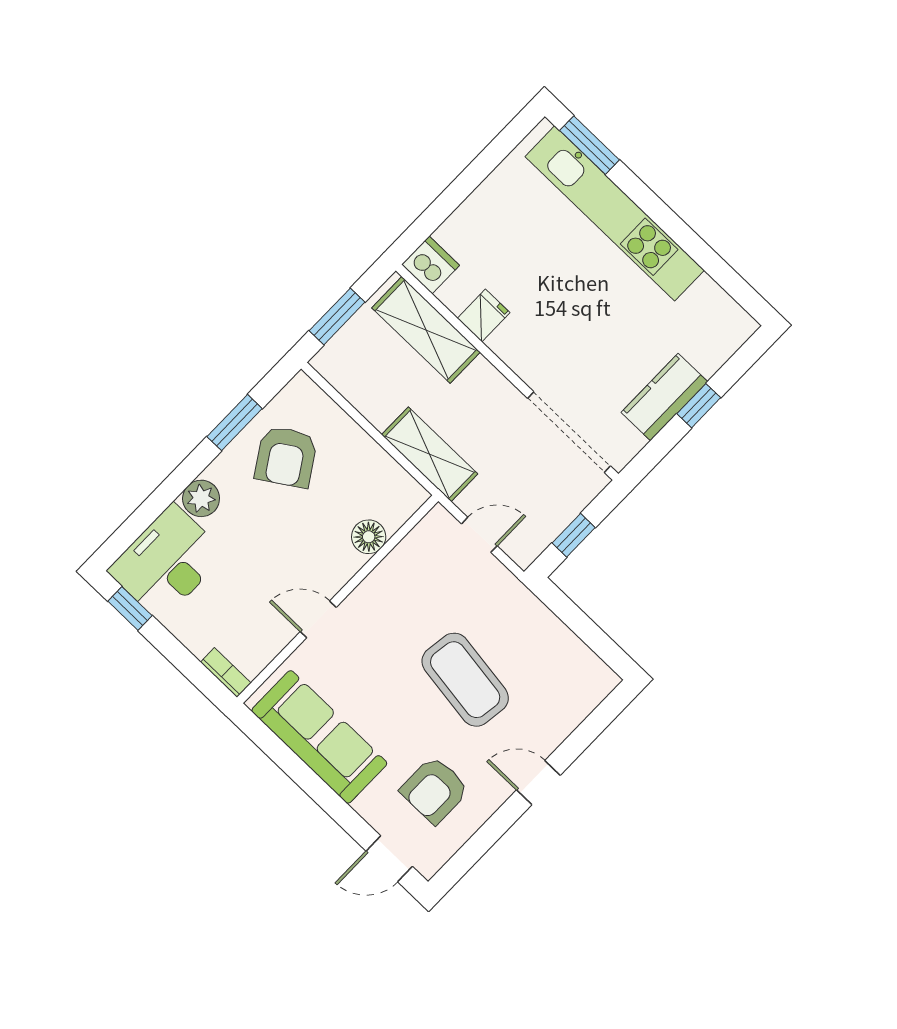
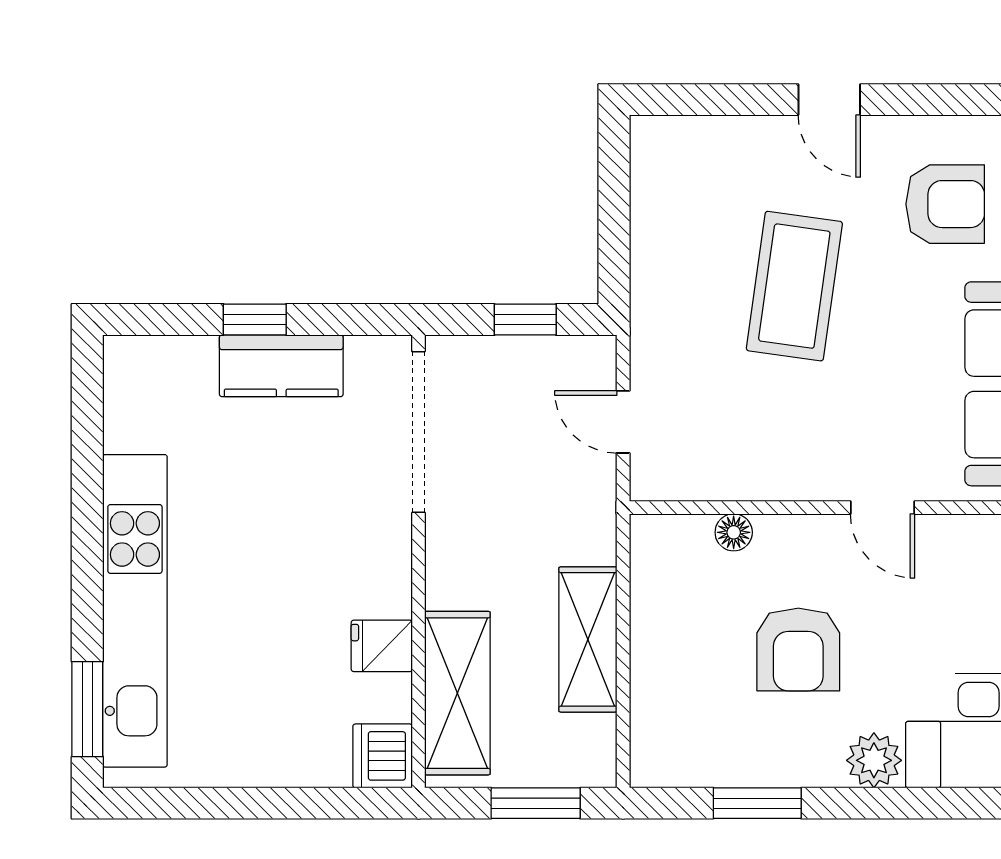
shelving: (430, 454) -> (588, 639), moved
armchair: (286, 457) -> (798, 650), moved, turned 123
floor lamp: (369, 537) -> (734, 532), width x0.73, depth x0.73

